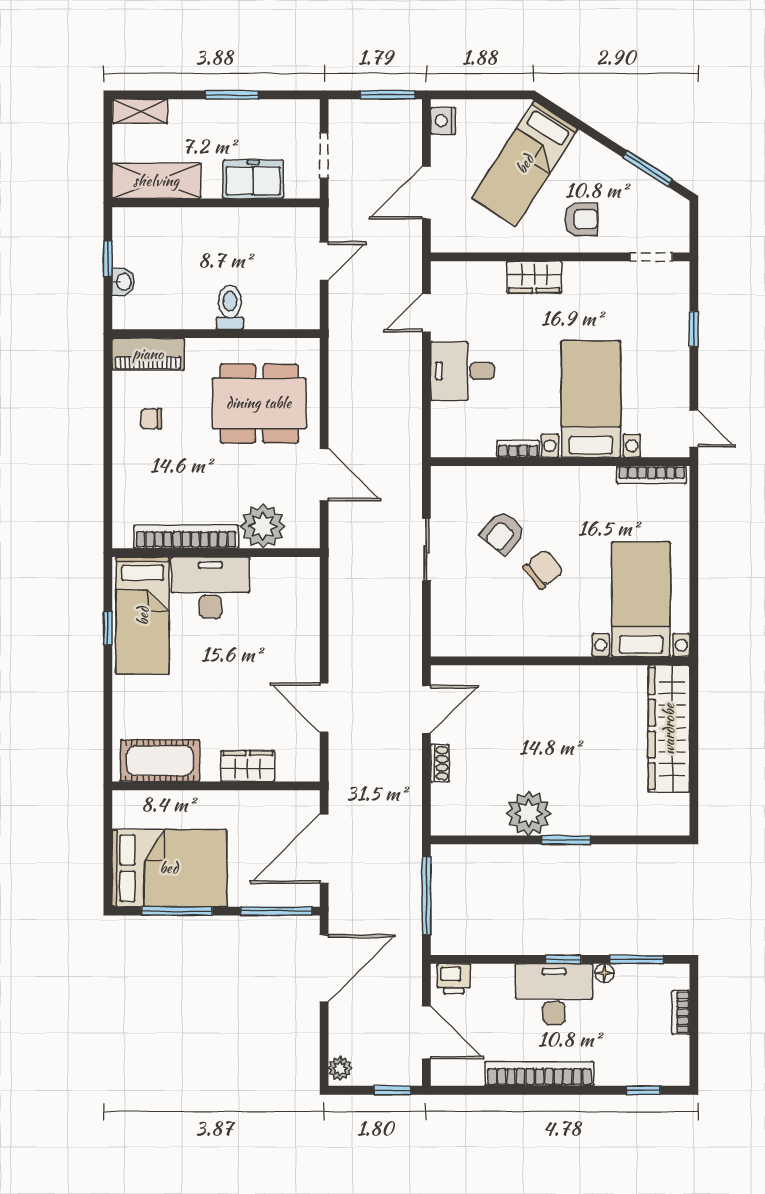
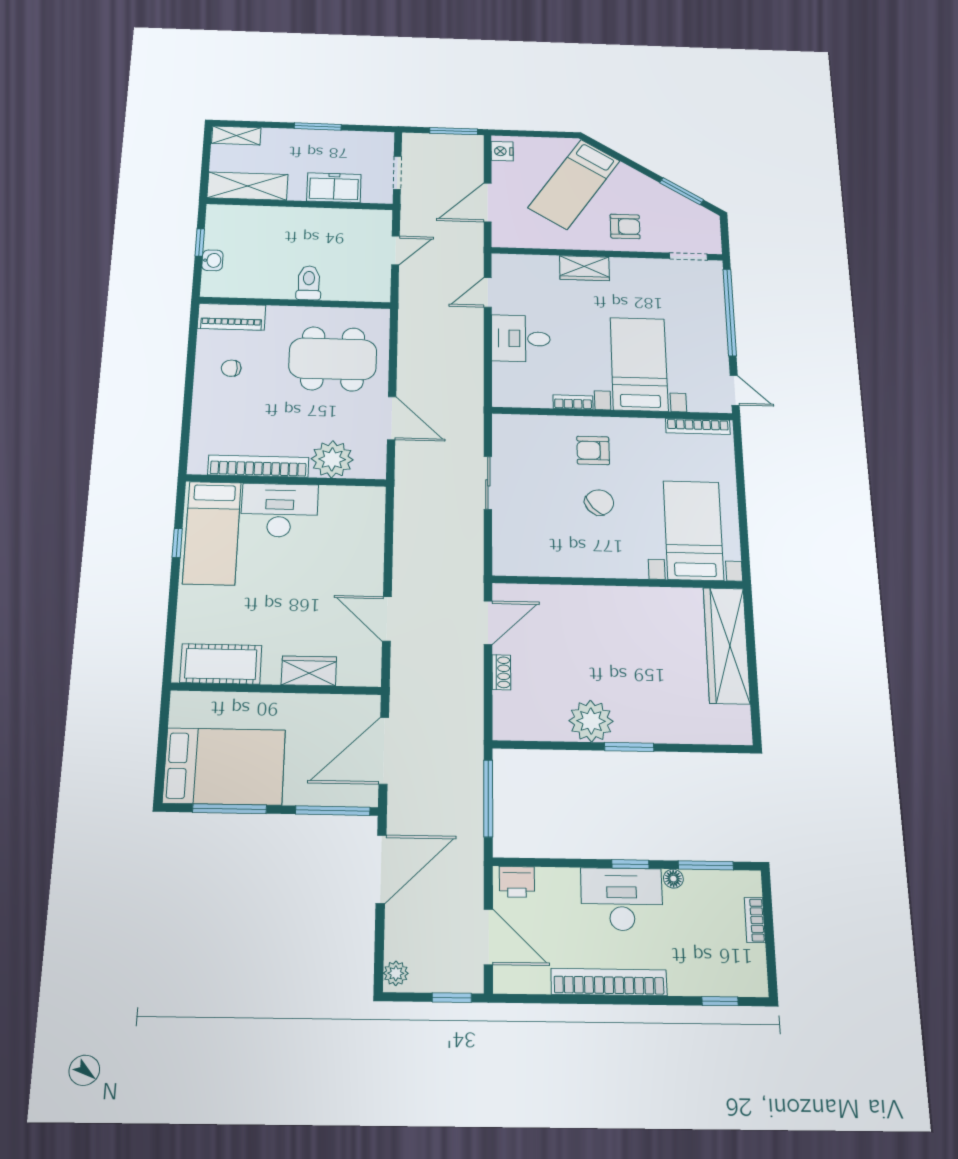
window: (694, 329) -> (730, 312), width x3.17
armchair: (503, 533) -> (593, 450), moved, turned 50

